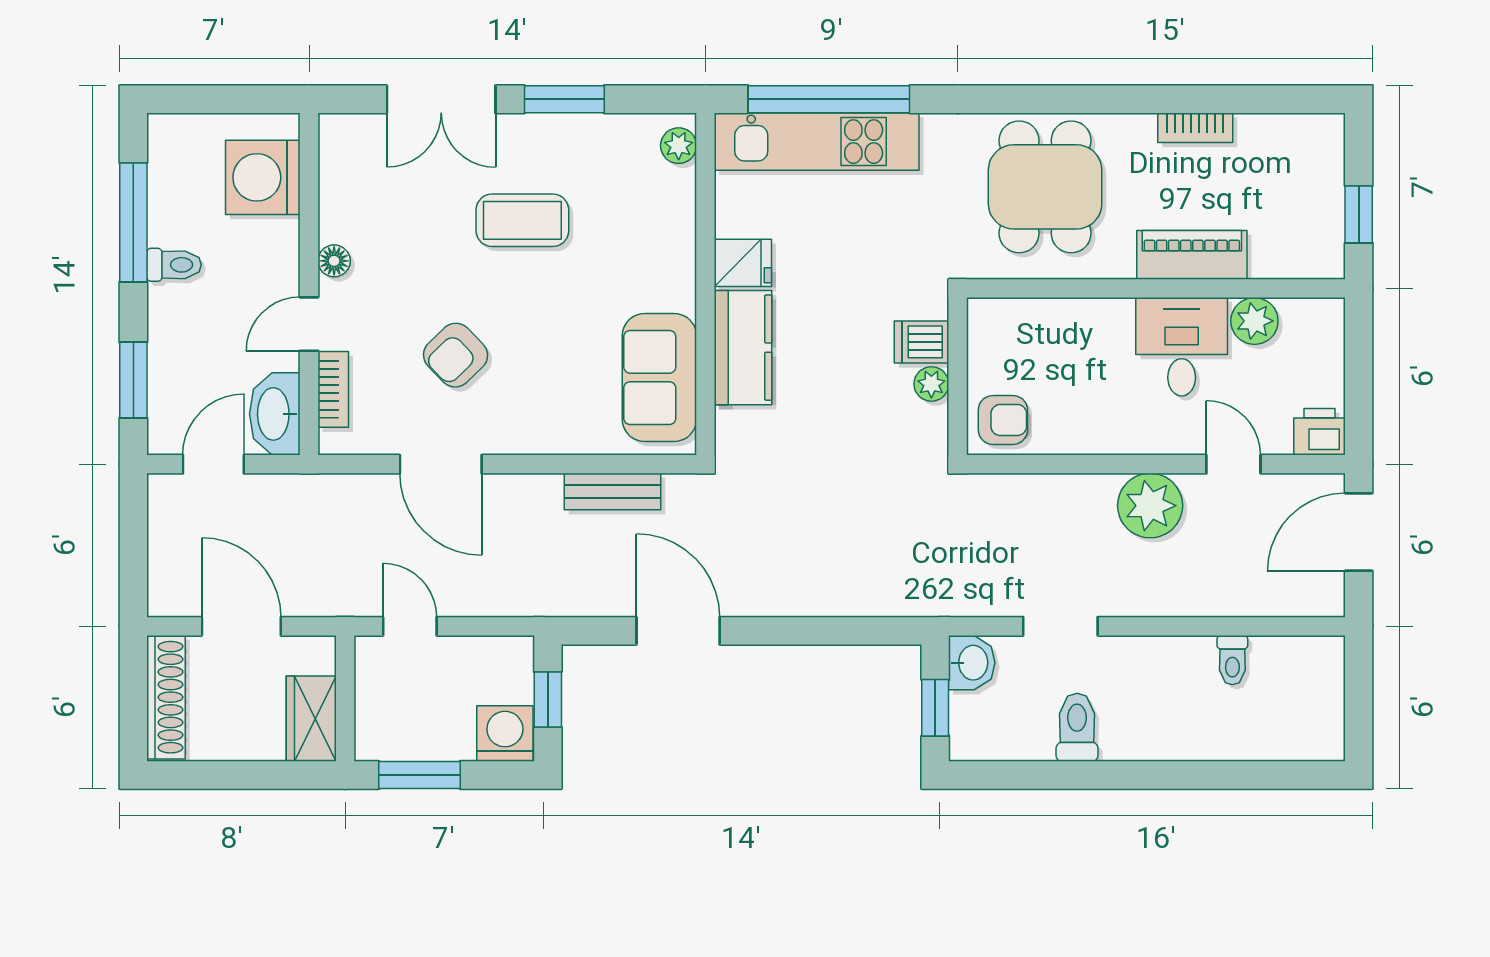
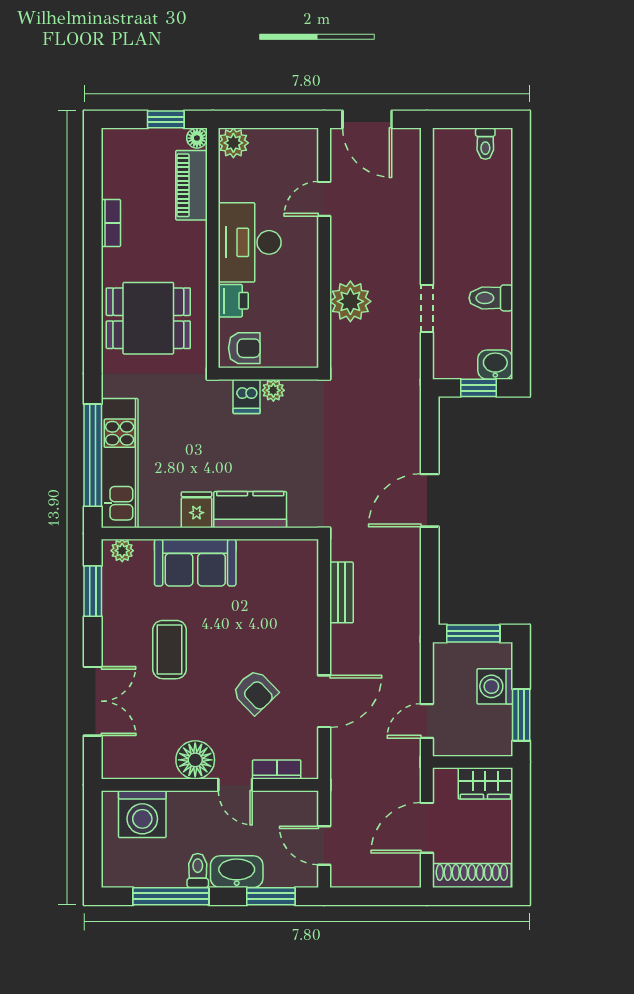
window: (564, 99) -> (93, 591), moved
piano: (1192, 255) -> (191, 185), moved
floor lamp: (334, 261) -> (195, 760), width x1.89, depth x1.89
floor lamp: (1329, 264) -> (197, 138), added
plant: (1254, 321) -> (233, 143), moved
desk: (1182, 347) -> (250, 242), width x1.37
sofa: (659, 377) -> (195, 563), moved
washbasin: (275, 414) -> (237, 872), moved, turned 180
armchair: (1003, 420) -> (244, 348), moved, turned 90
printer: (1319, 432) -> (233, 301), moved, turned 180
plant: (1150, 506) -> (350, 301), moved
door: (678, 631) -> (430, 500), moved
toilet: (1232, 660) -> (485, 144), moved, turned 90
washbasin: (972, 663) -> (495, 365), moved
window: (548, 699) -> (473, 633), width x1.50
washing machine: (505, 734) -> (495, 686), moved

